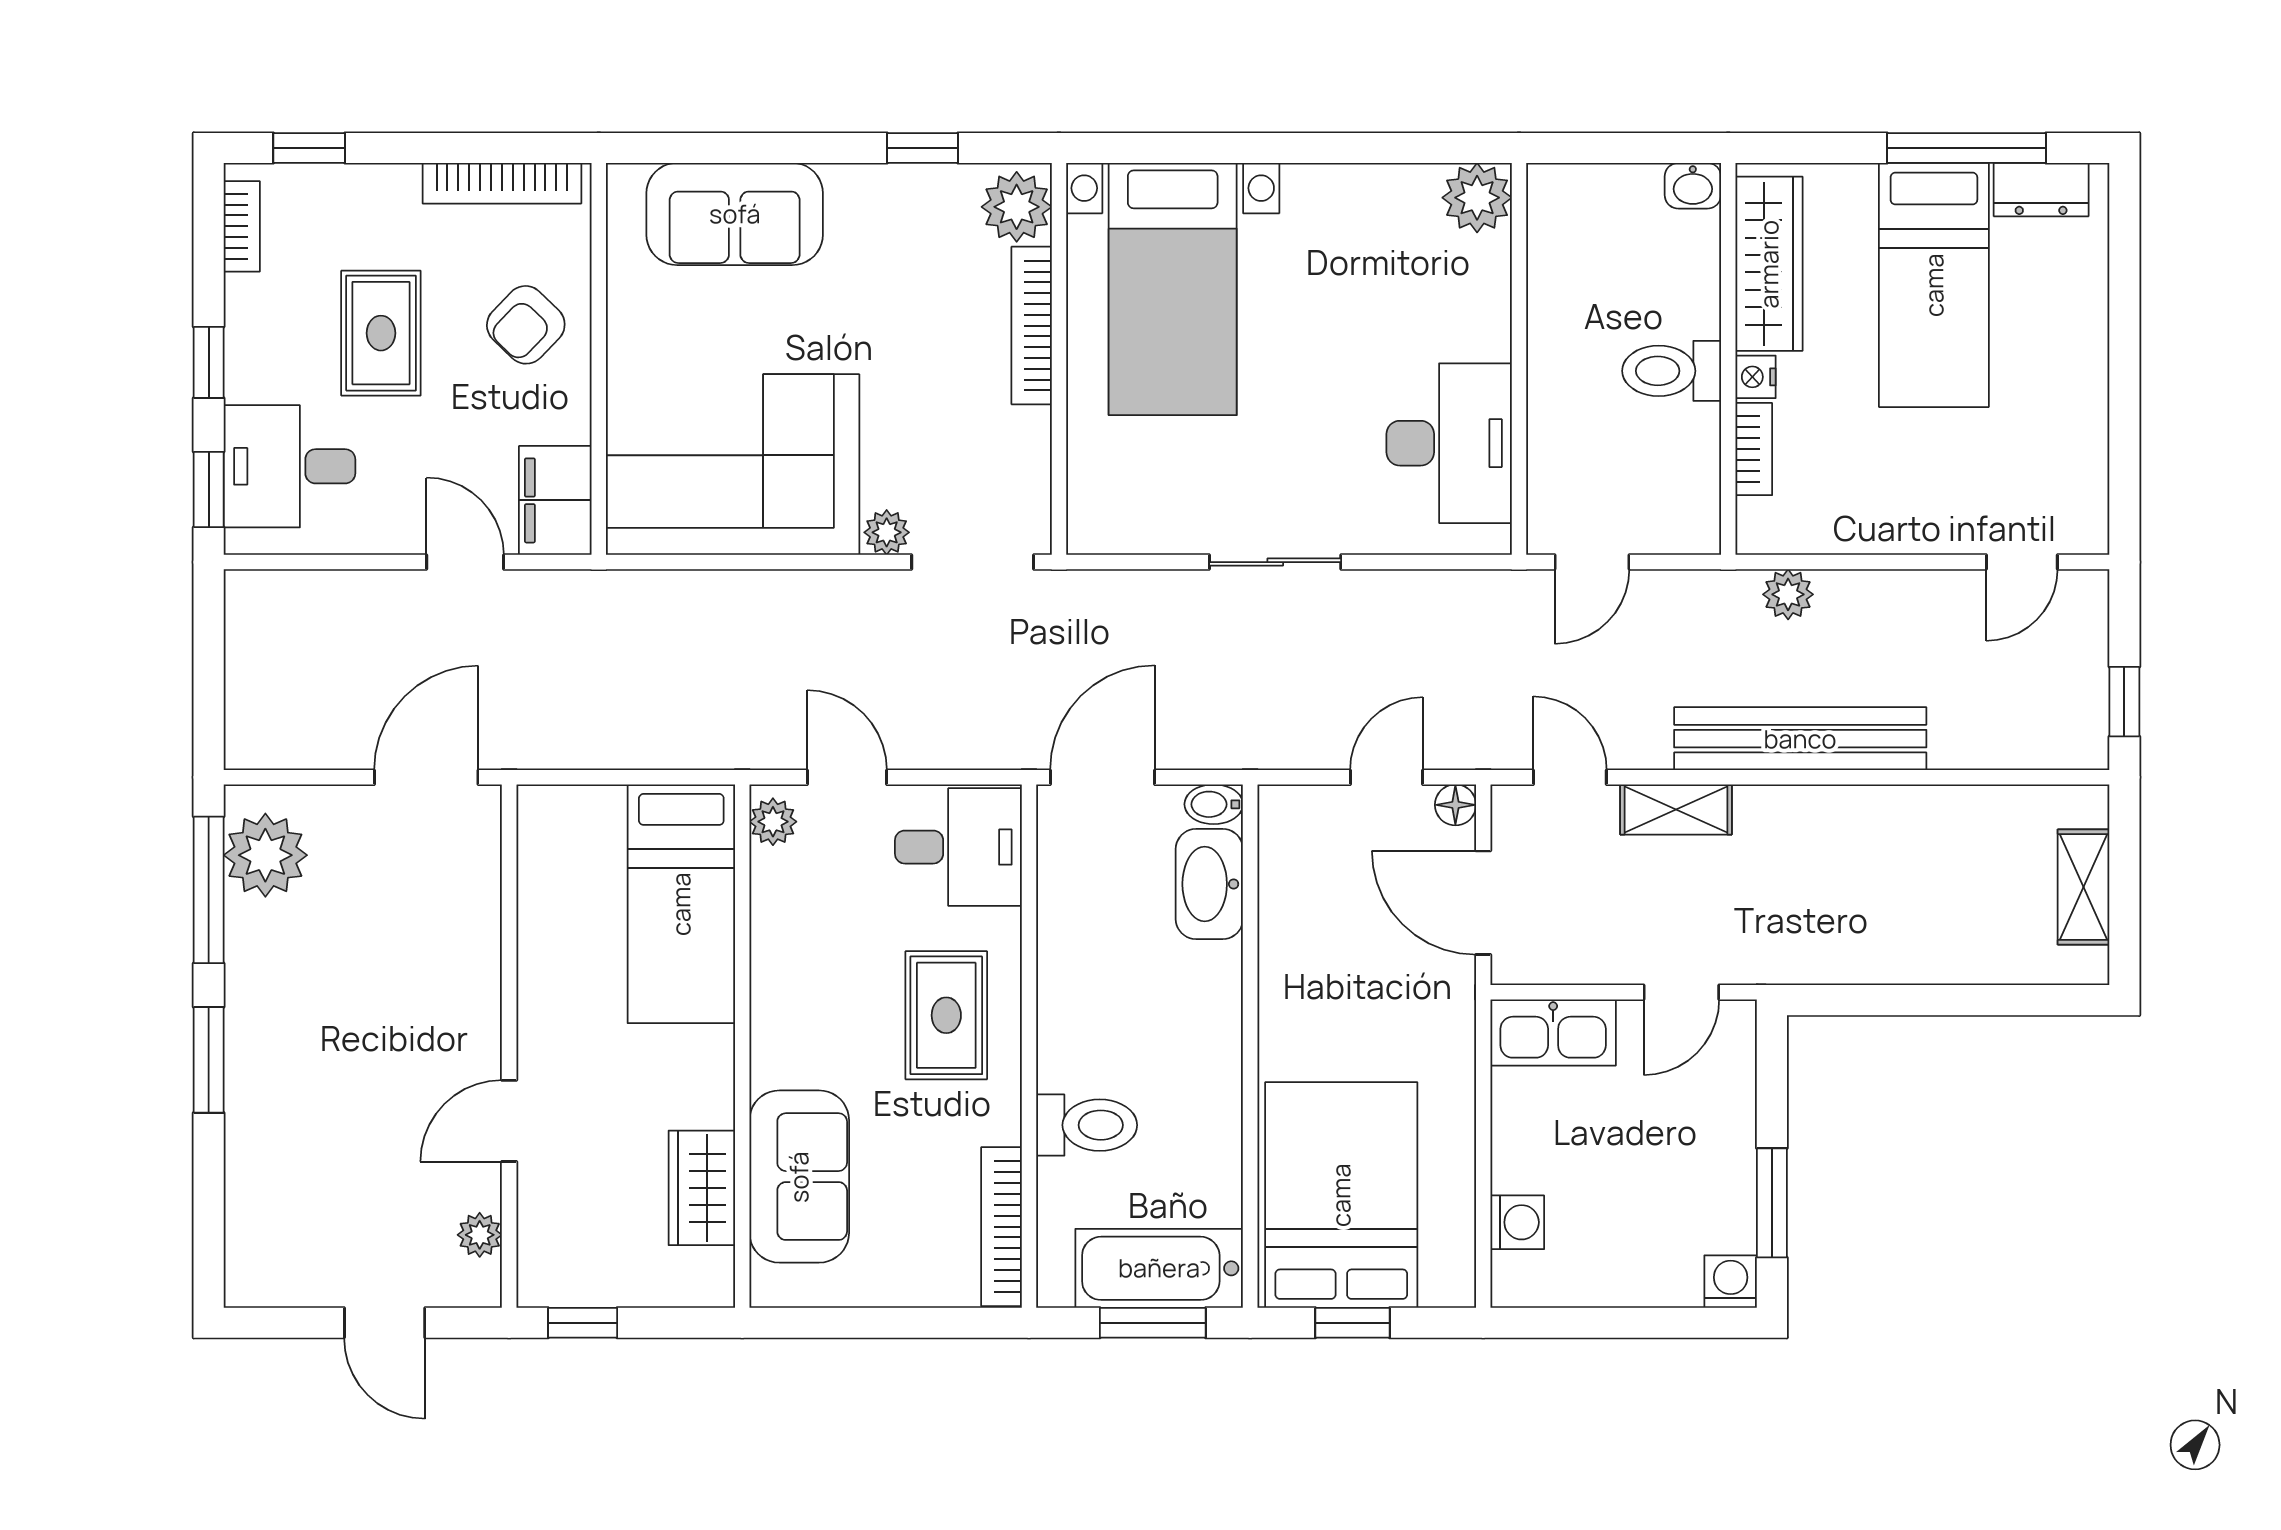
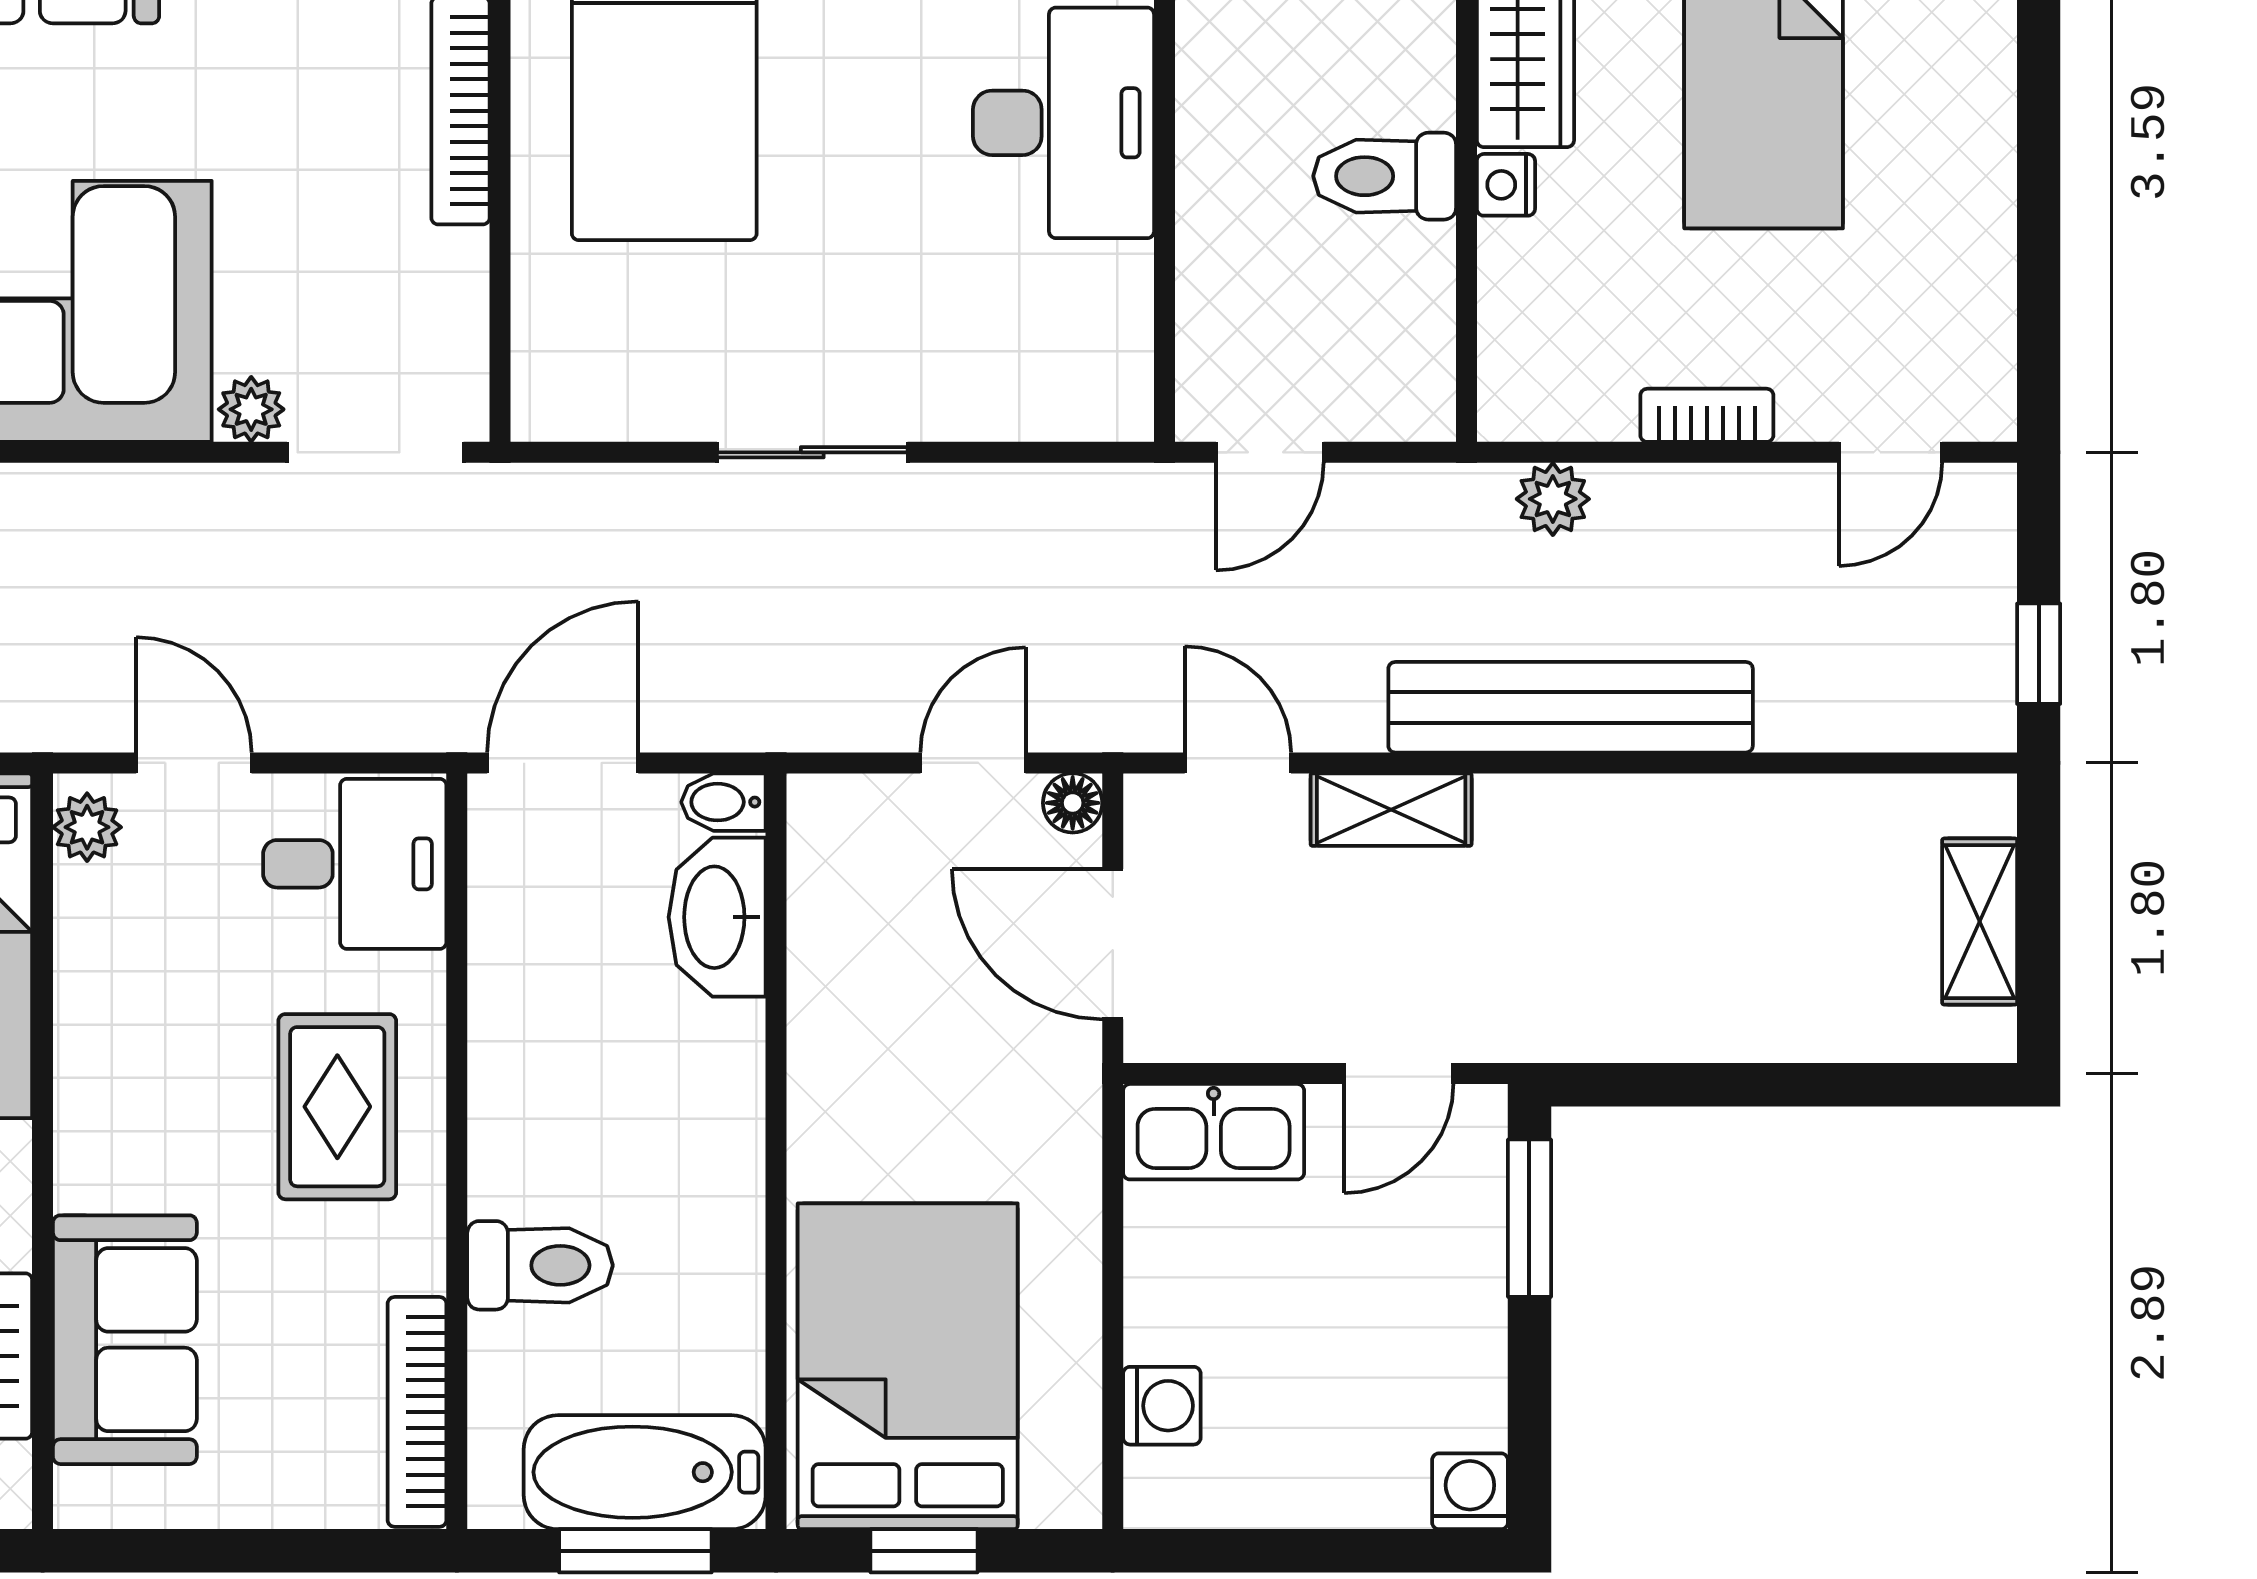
desk: (1449, 443) -> (1063, 123), moved
bookcase: (1754, 449) -> (1707, 415), moved, turned -90
window: (1772, 1203) -> (1529, 1218), moved

